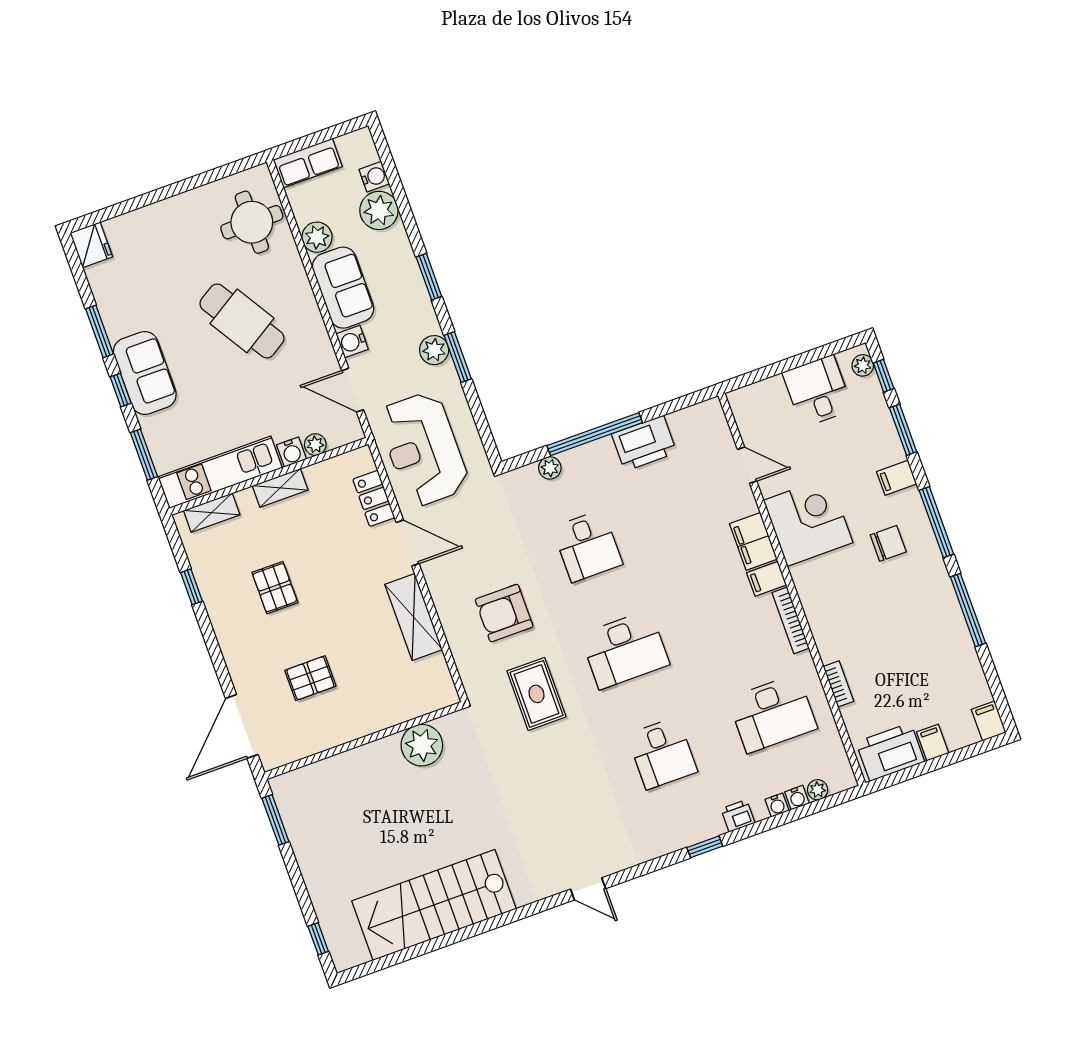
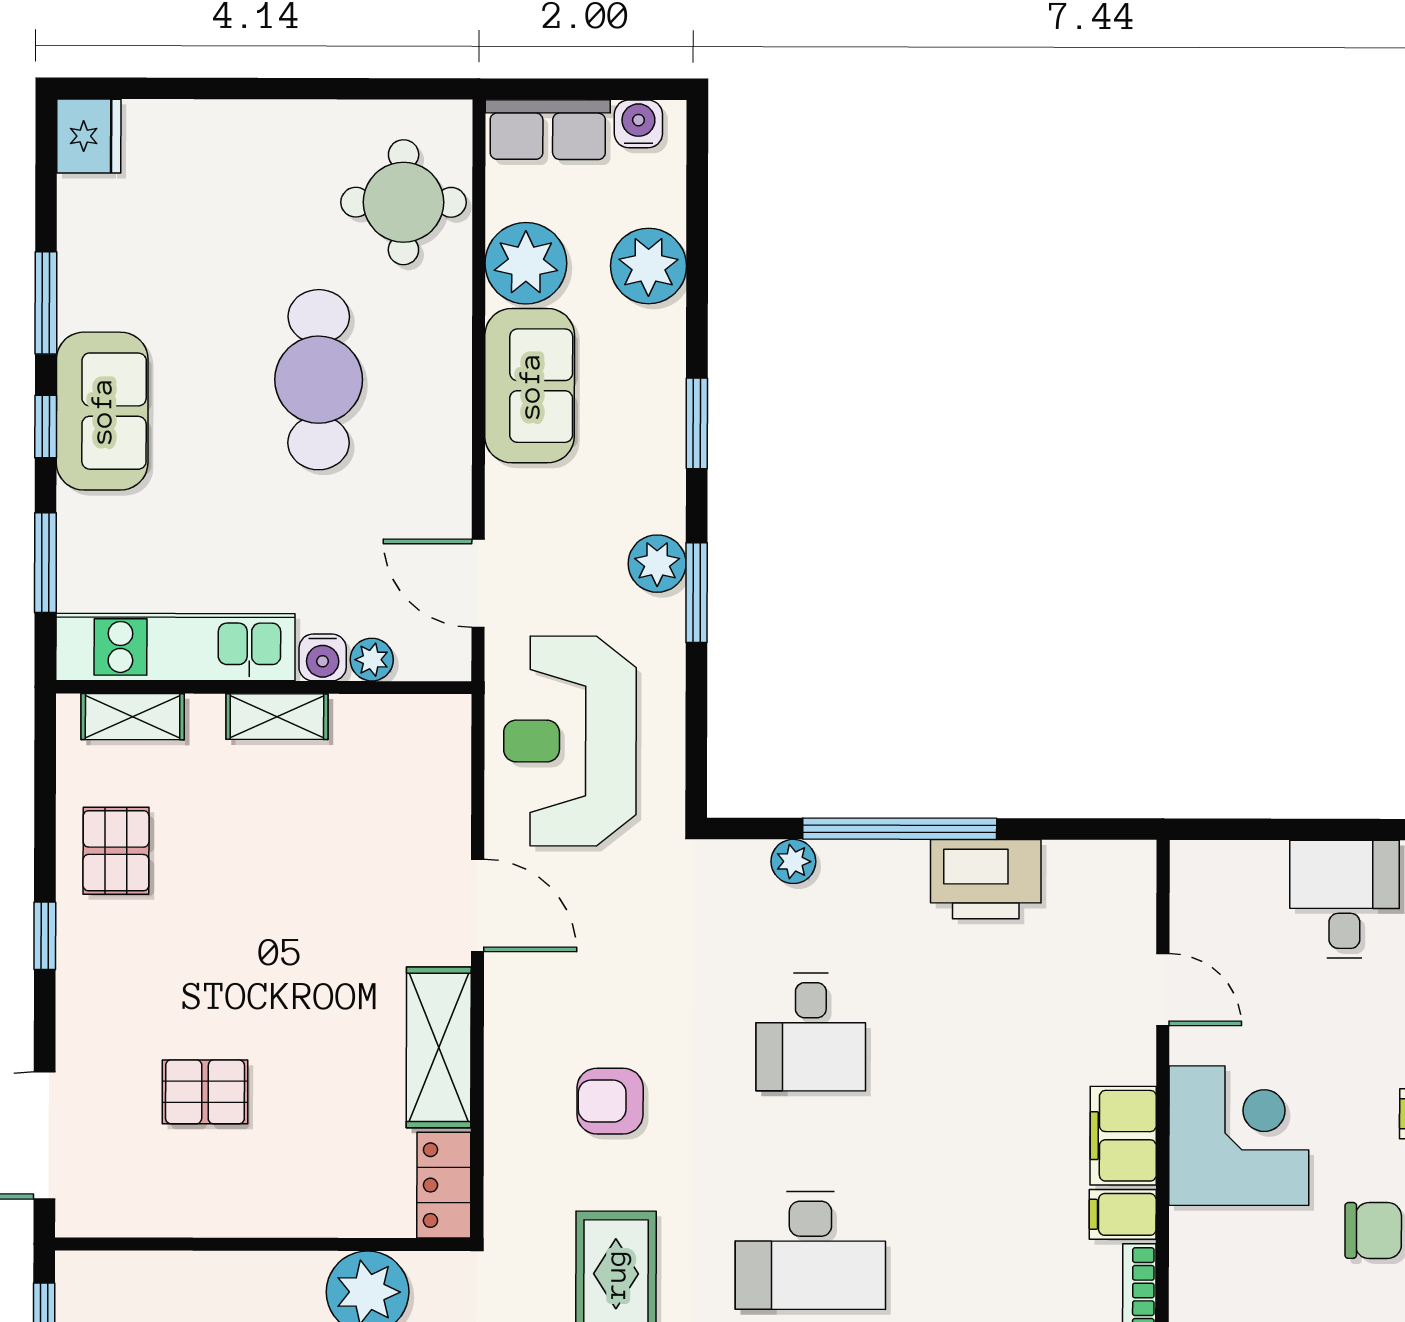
water cooler: (374, 177) -> (638, 124), moved, turned -90
plant: (317, 237) -> (526, 263), width x1.36, depth x1.36
cafe table: (242, 321) -> (319, 380), turned 32
water cooler: (352, 342) -> (510, 492), removed
locker: (374, 498) -> (444, 1185), moved
window: (191, 587) -> (45, 936), moved
pallet: (275, 588) -> (116, 851), moved
armchair: (504, 613) -> (610, 1101), width x0.72, depth x0.72

